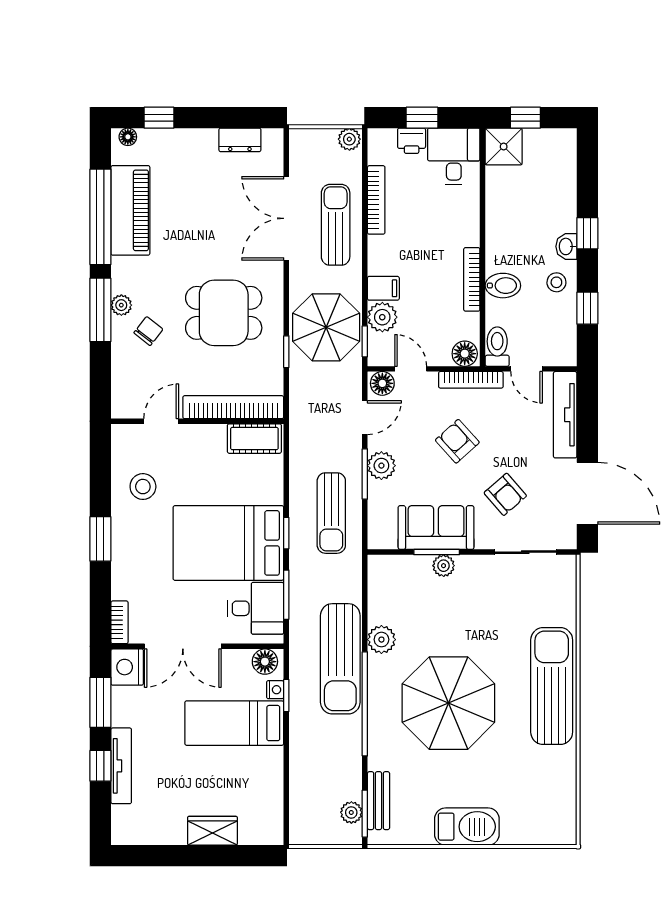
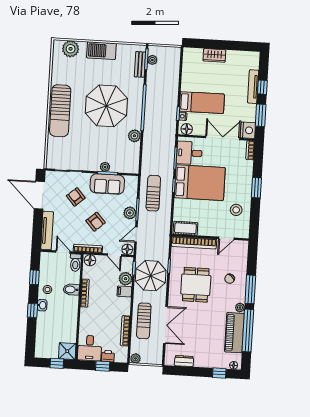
plant: (121, 305) -> (240, 308), moved
dining table: (224, 313) -> (196, 285), turned 90
sun lounger: (340, 659) -> (153, 128), removed
plant: (537, 827) -> (71, 49), added

